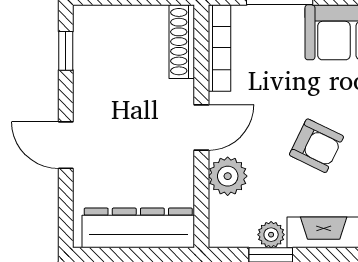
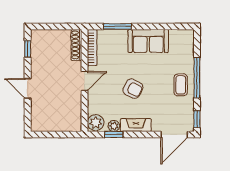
plant: (228, 176) -> (96, 123), moved
dresser: (138, 228) -> (58, 123), removed

